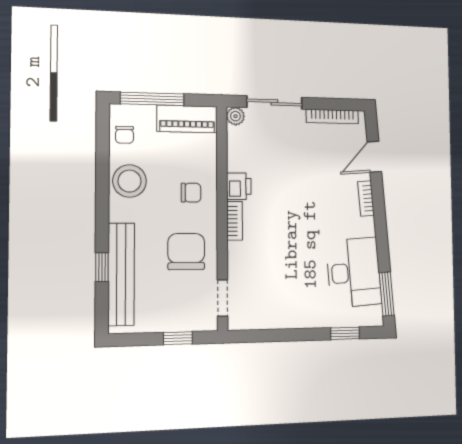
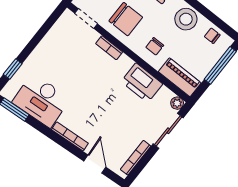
piano: (187, 119) -> (180, 77), moved, turned 90
printer: (239, 186) -> (142, 83), width x1.87, depth x1.48
bookcase: (366, 199) -> (70, 136), width x1.56
bookcase: (235, 221) -> (109, 48), moved

